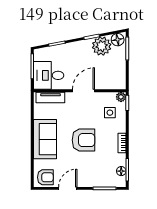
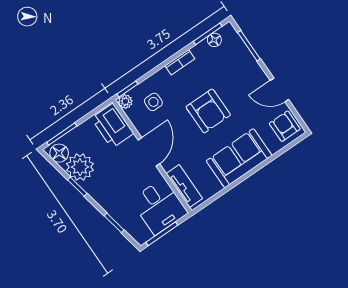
printer: (112, 80) -> (112, 126), added
door: (83, 91) -> (149, 152), swing flipped
armchair: (84, 140) -> (208, 111), turned 180

